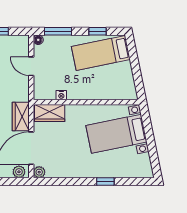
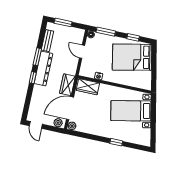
bed: (101, 53) -> (132, 57), width x1.50

